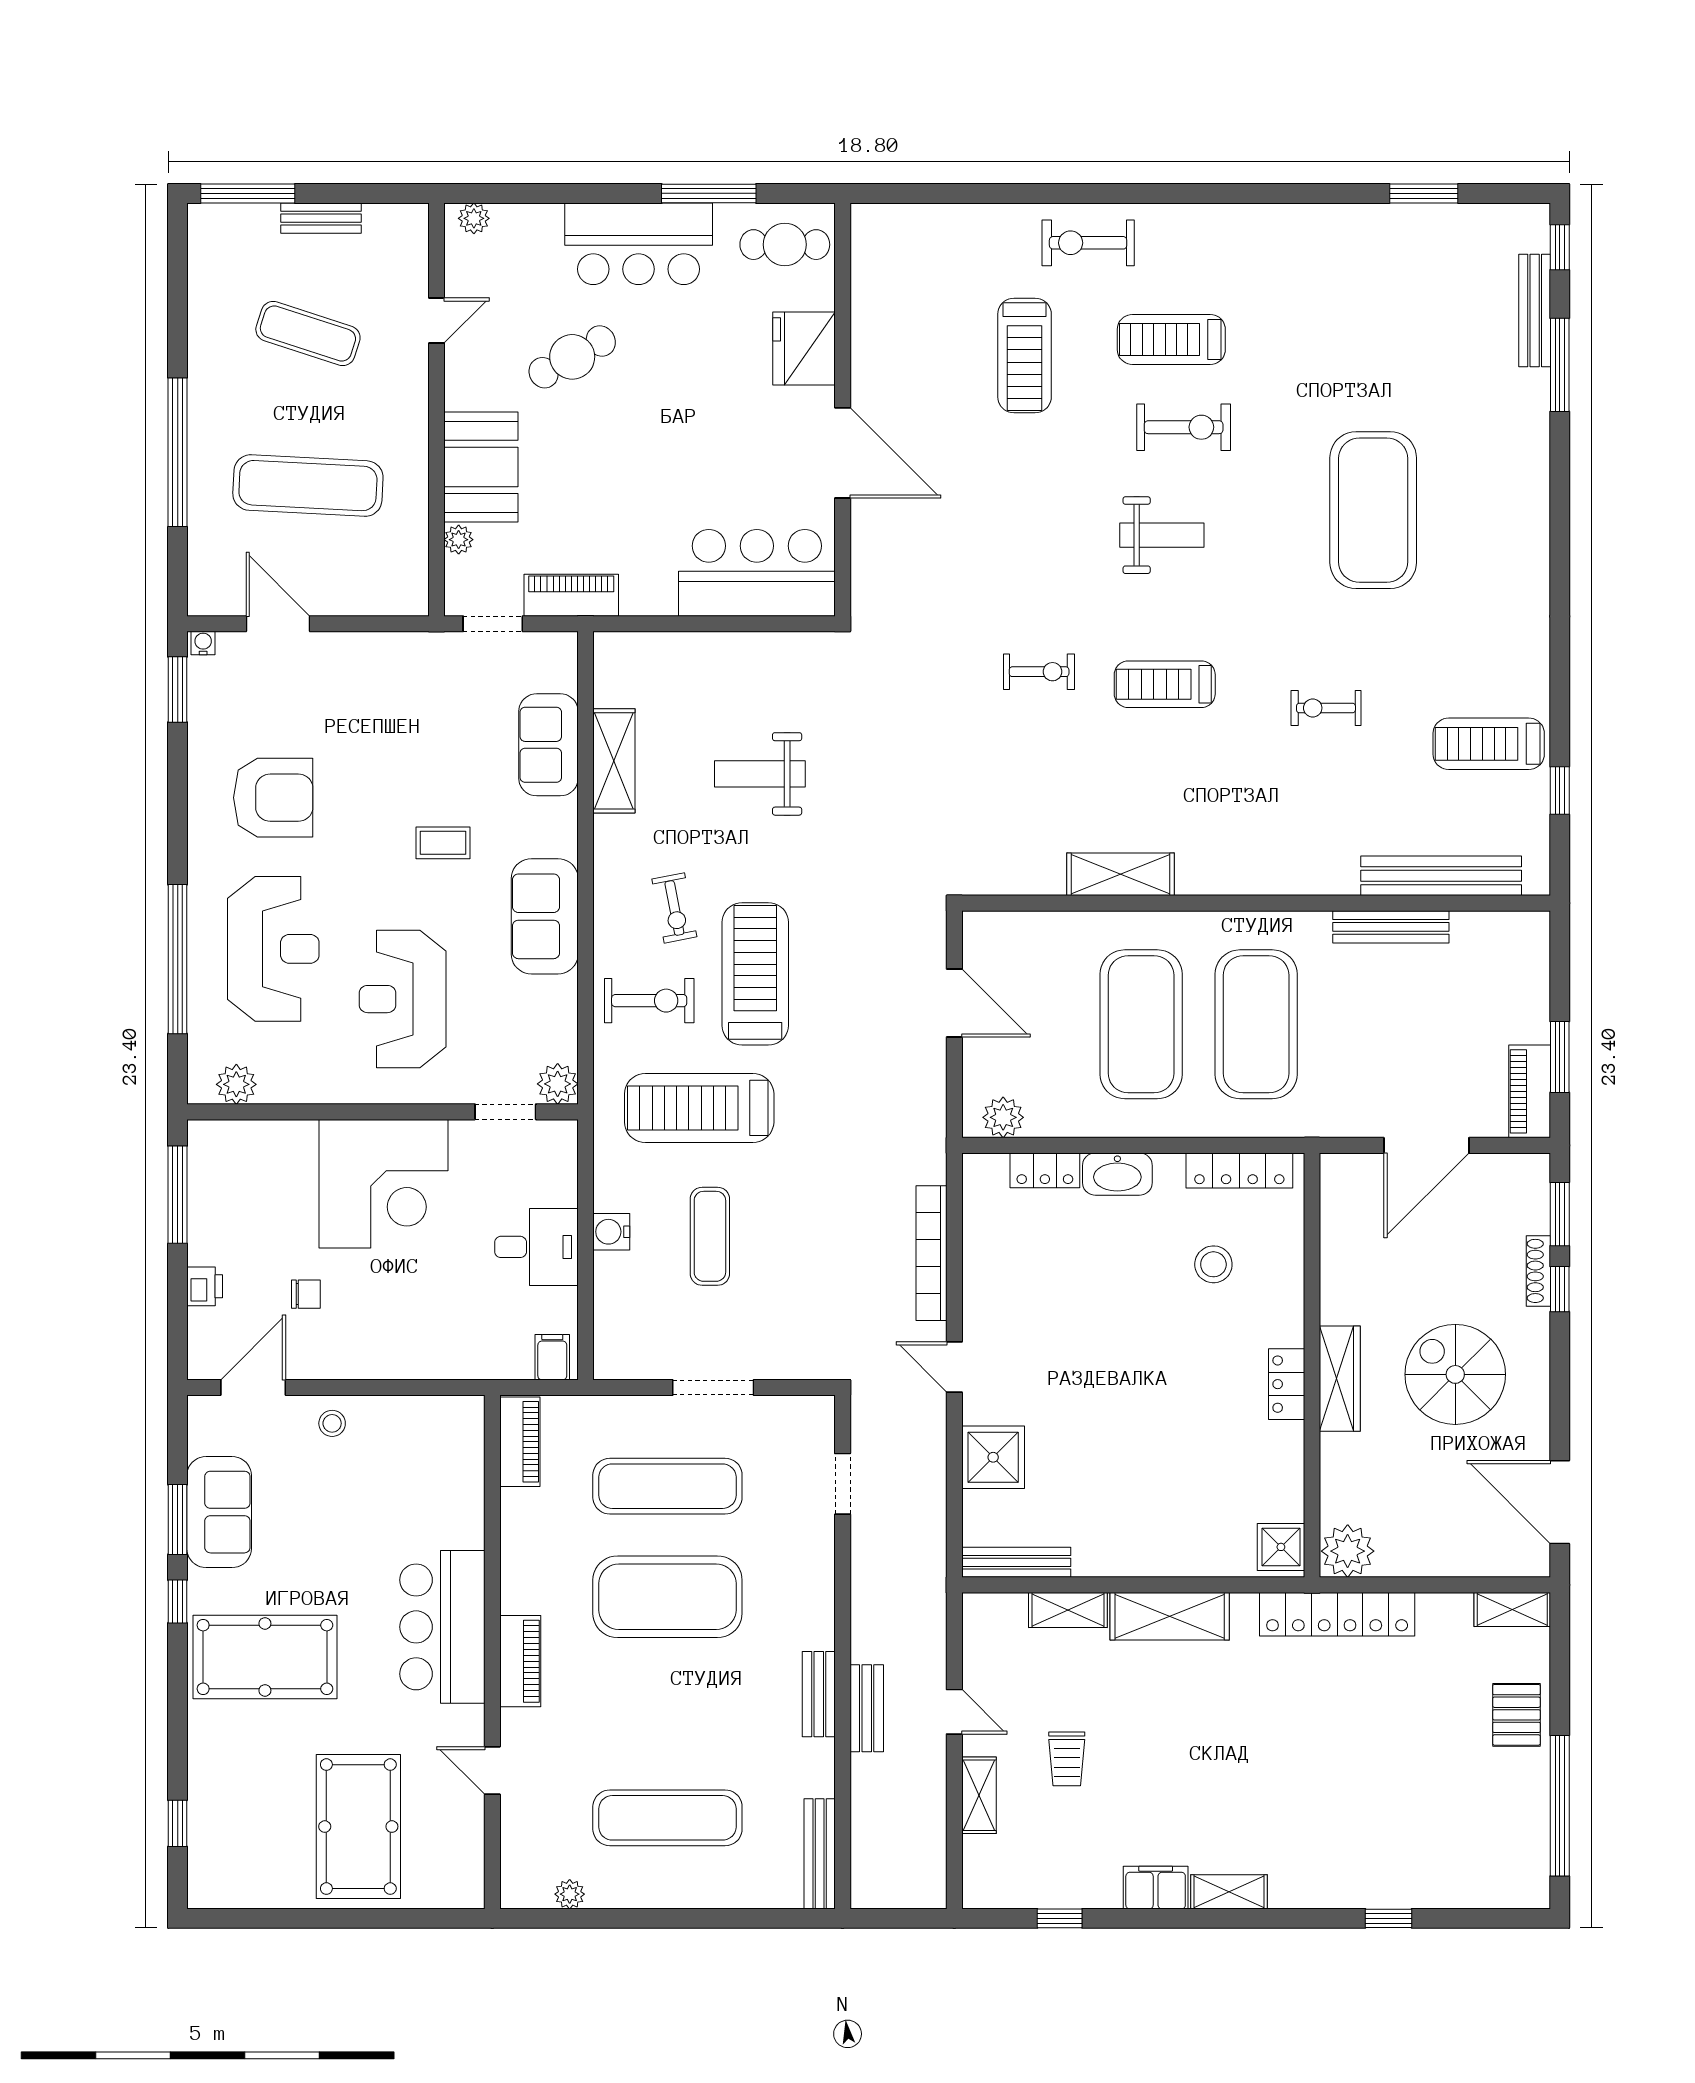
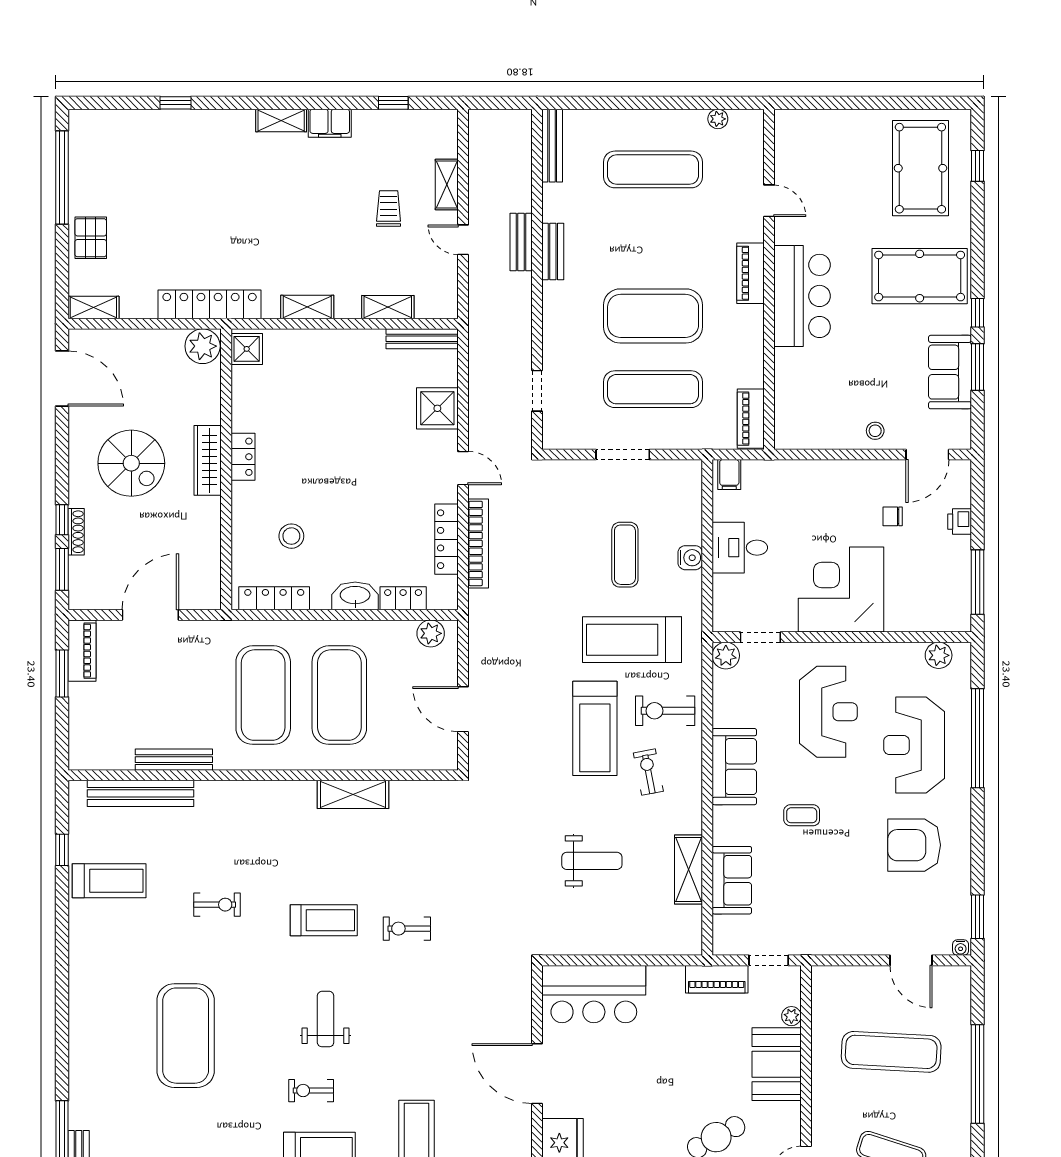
exercise bike: (1184, 427) -> (311, 1091), width x0.73, depth x0.72
weight bench: (1162, 535) -> (326, 1019), turned 90
treadmill: (699, 1108) -> (632, 640), turned 180
locker: (979, 1260) -> (446, 539), added
shelving: (1170, 1616) -> (307, 307), width x0.67, depth x0.75
pool table: (358, 1827) -> (920, 168), moved

